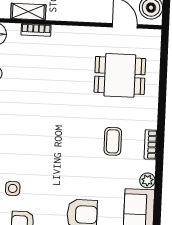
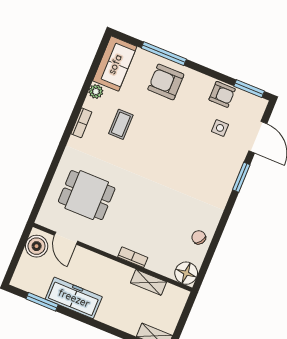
bookcase: (36, 30) -> (133, 257), moved
coffee table: (113, 141) -> (121, 124), moved

